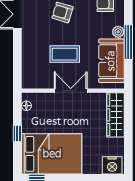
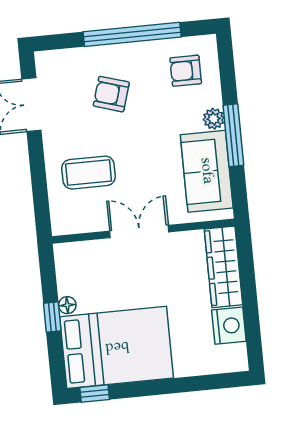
coffee table: (65, 54) -> (89, 173), moved
floor lamp: (26, 106) -> (67, 305), moved
nightstand: (112, 165) -> (229, 326), moved, turned -90

